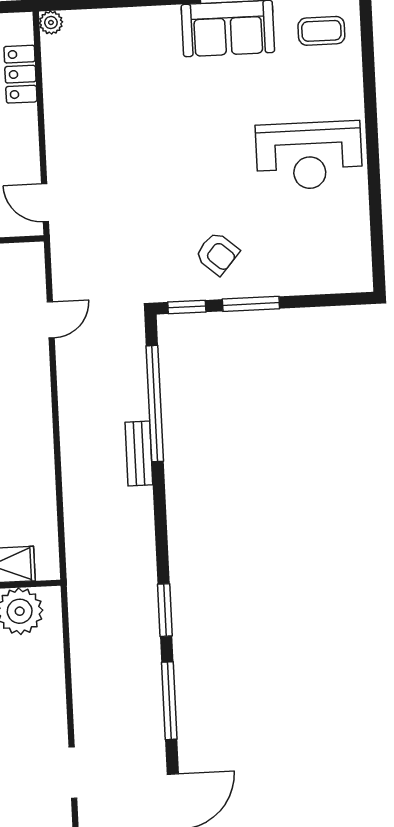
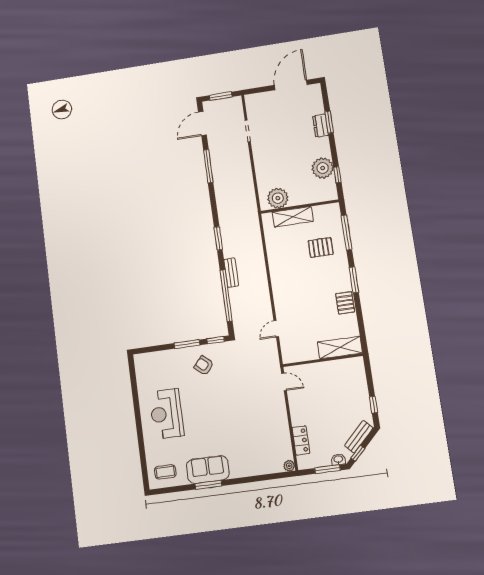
reception desk: (309, 156) -> (166, 414), turned -90
window: (165, 610) -> (218, 238), moved

